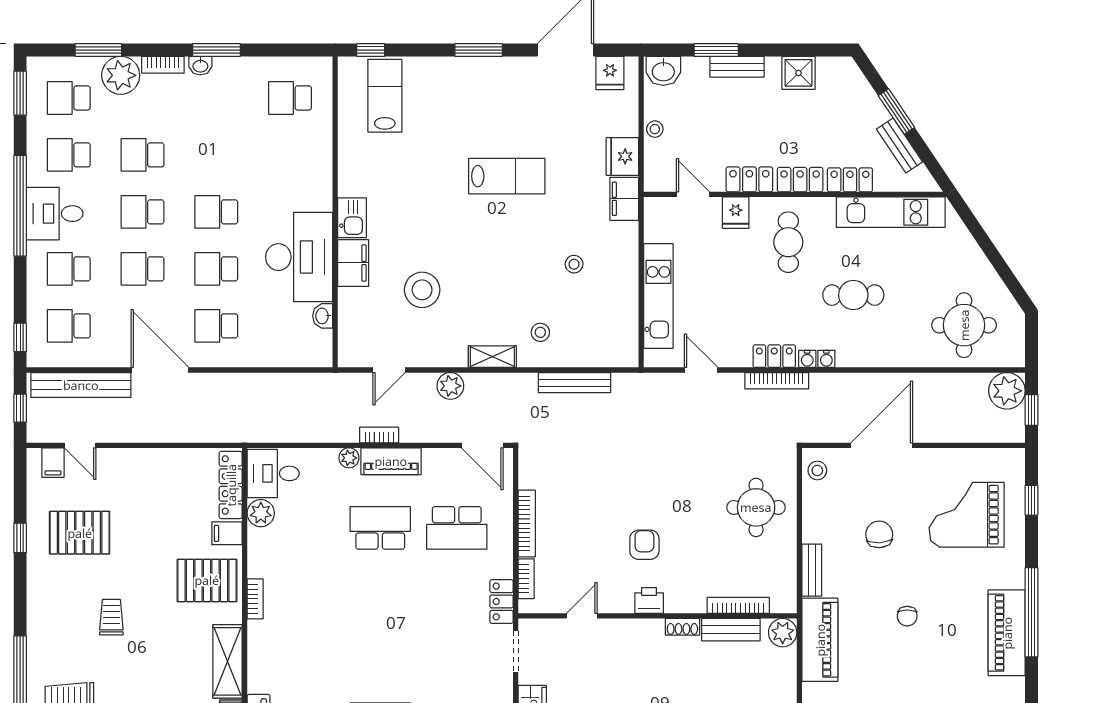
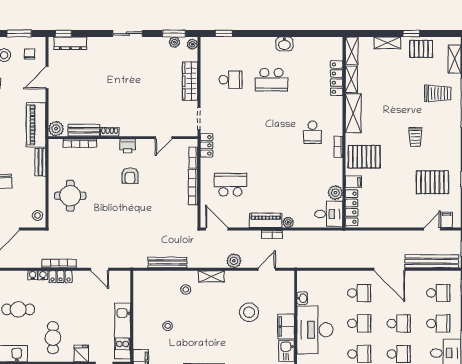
kitchen unit: (658, 296) -> (122, 331), moved
door: (80, 445) -> (432, 229), hinge flipped
school desk: (380, 528) -> (312, 132), moved, width x0.54

